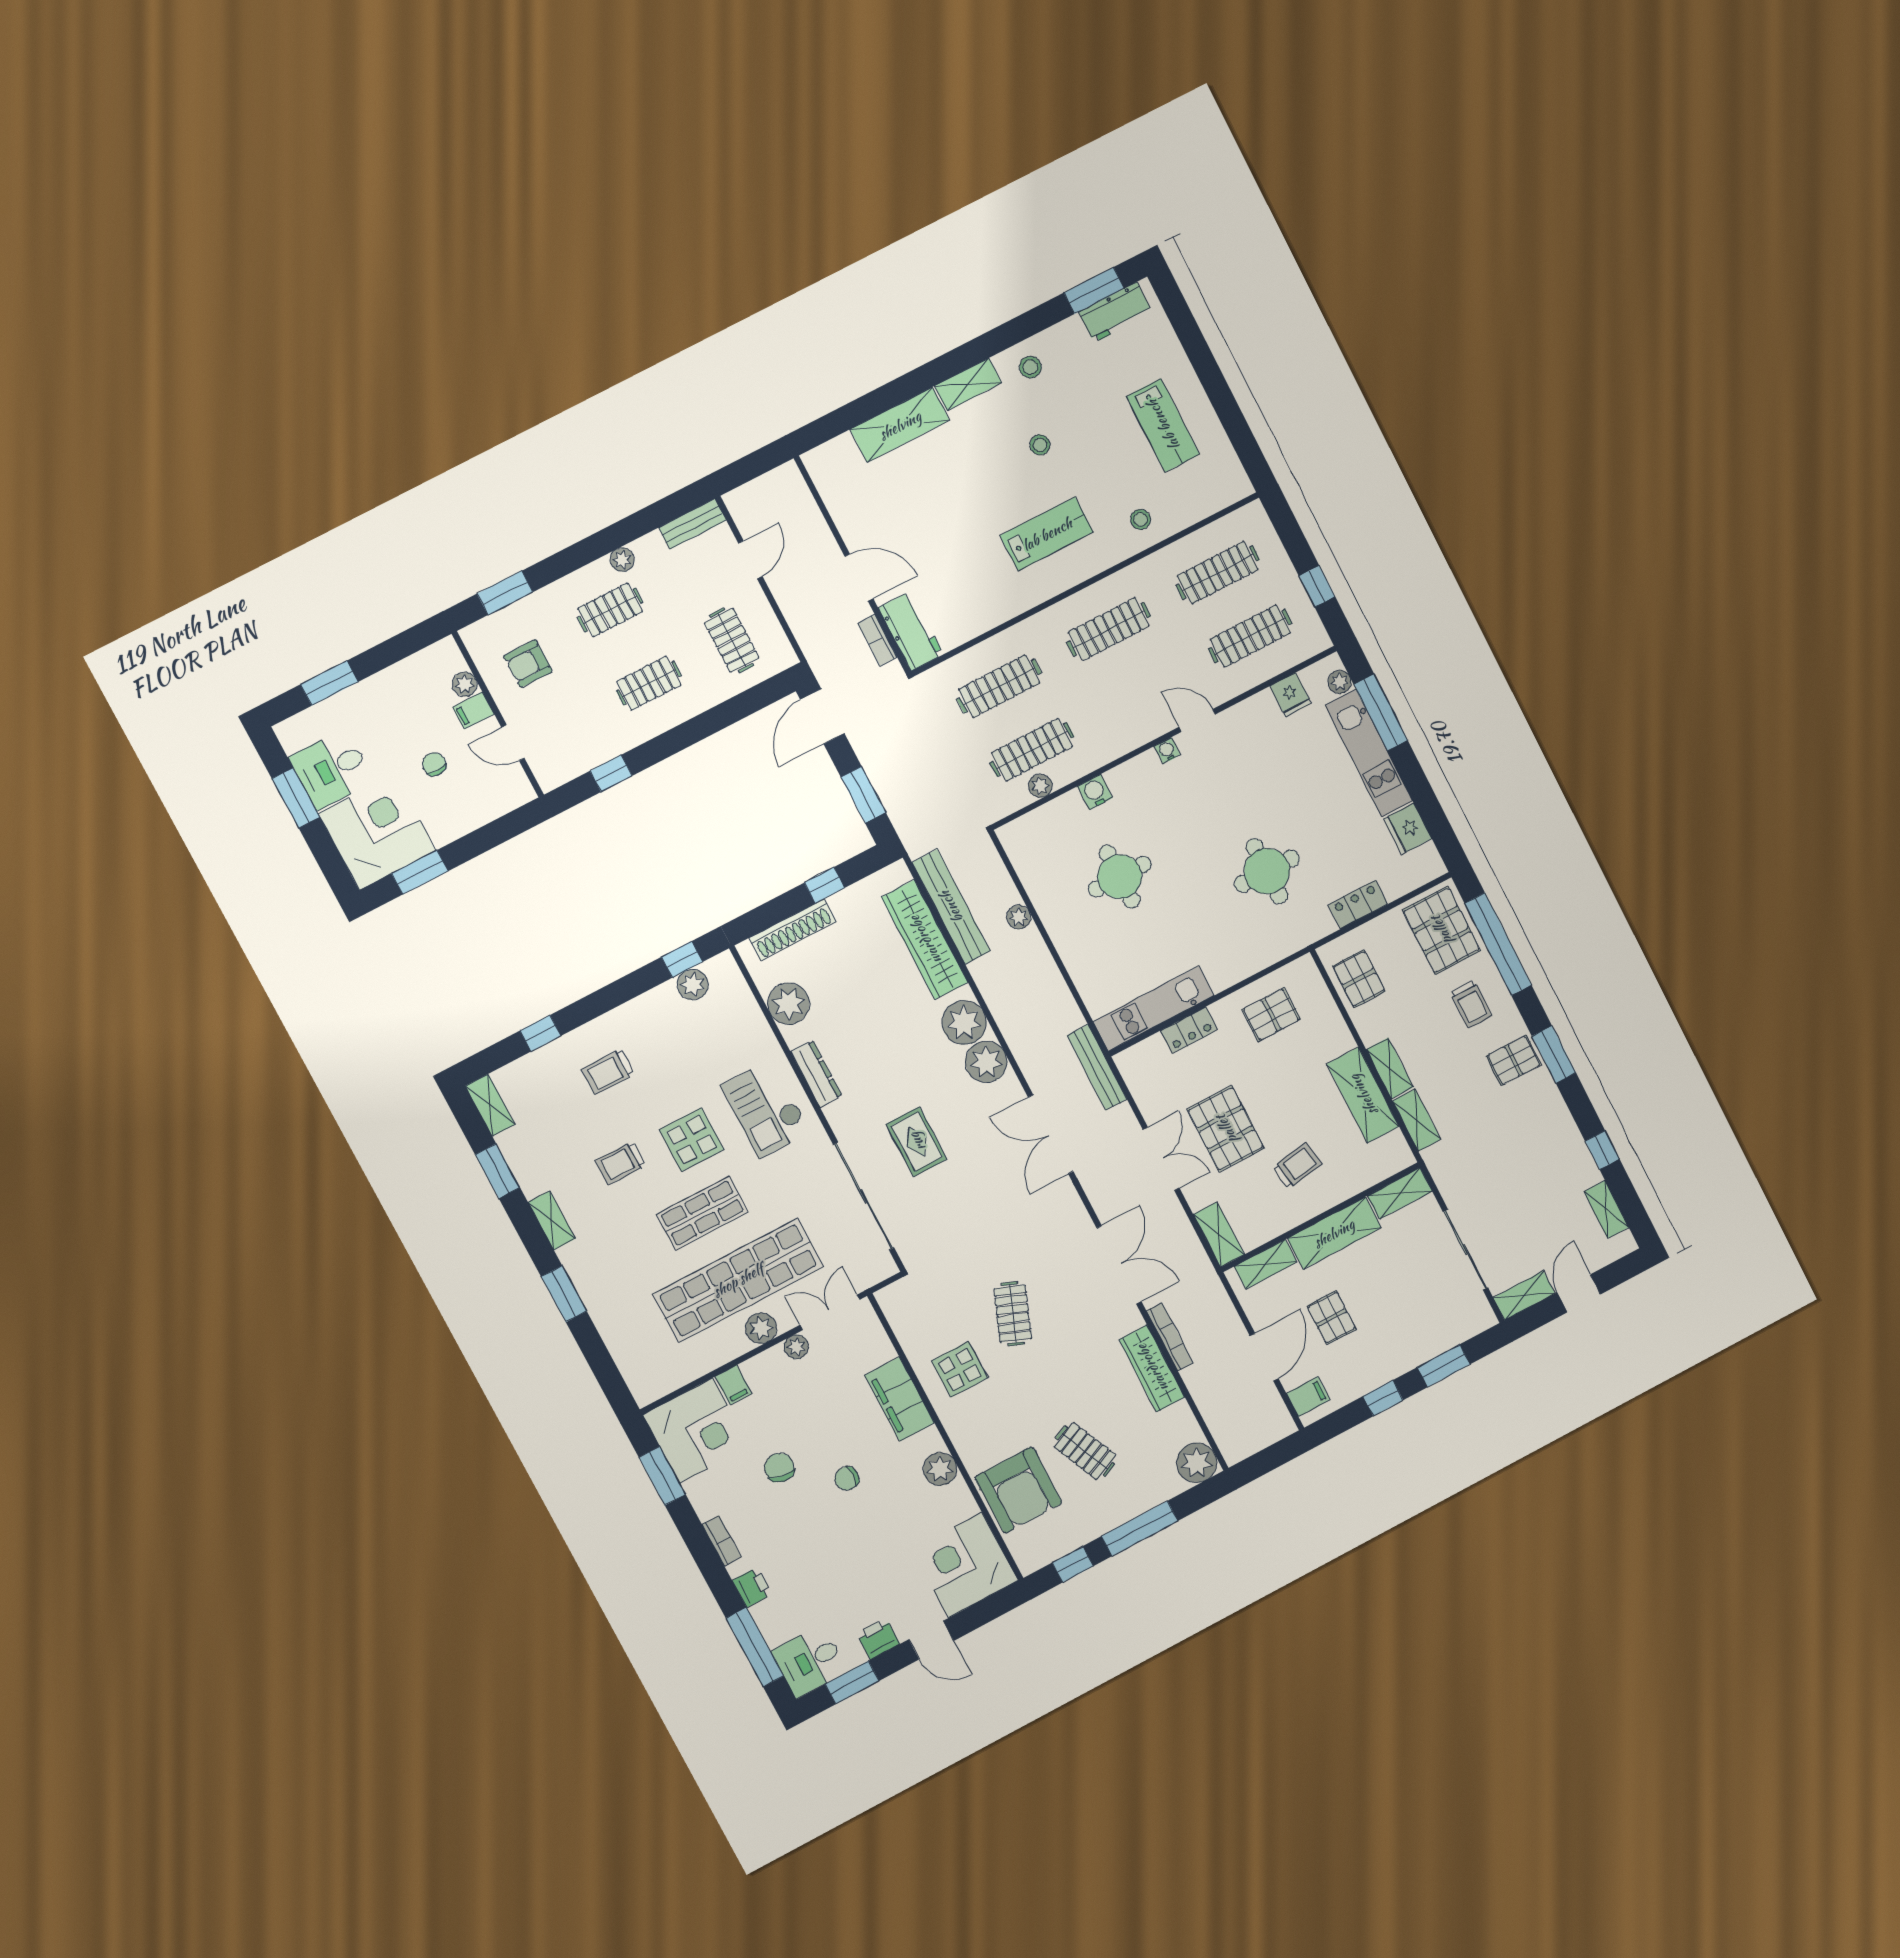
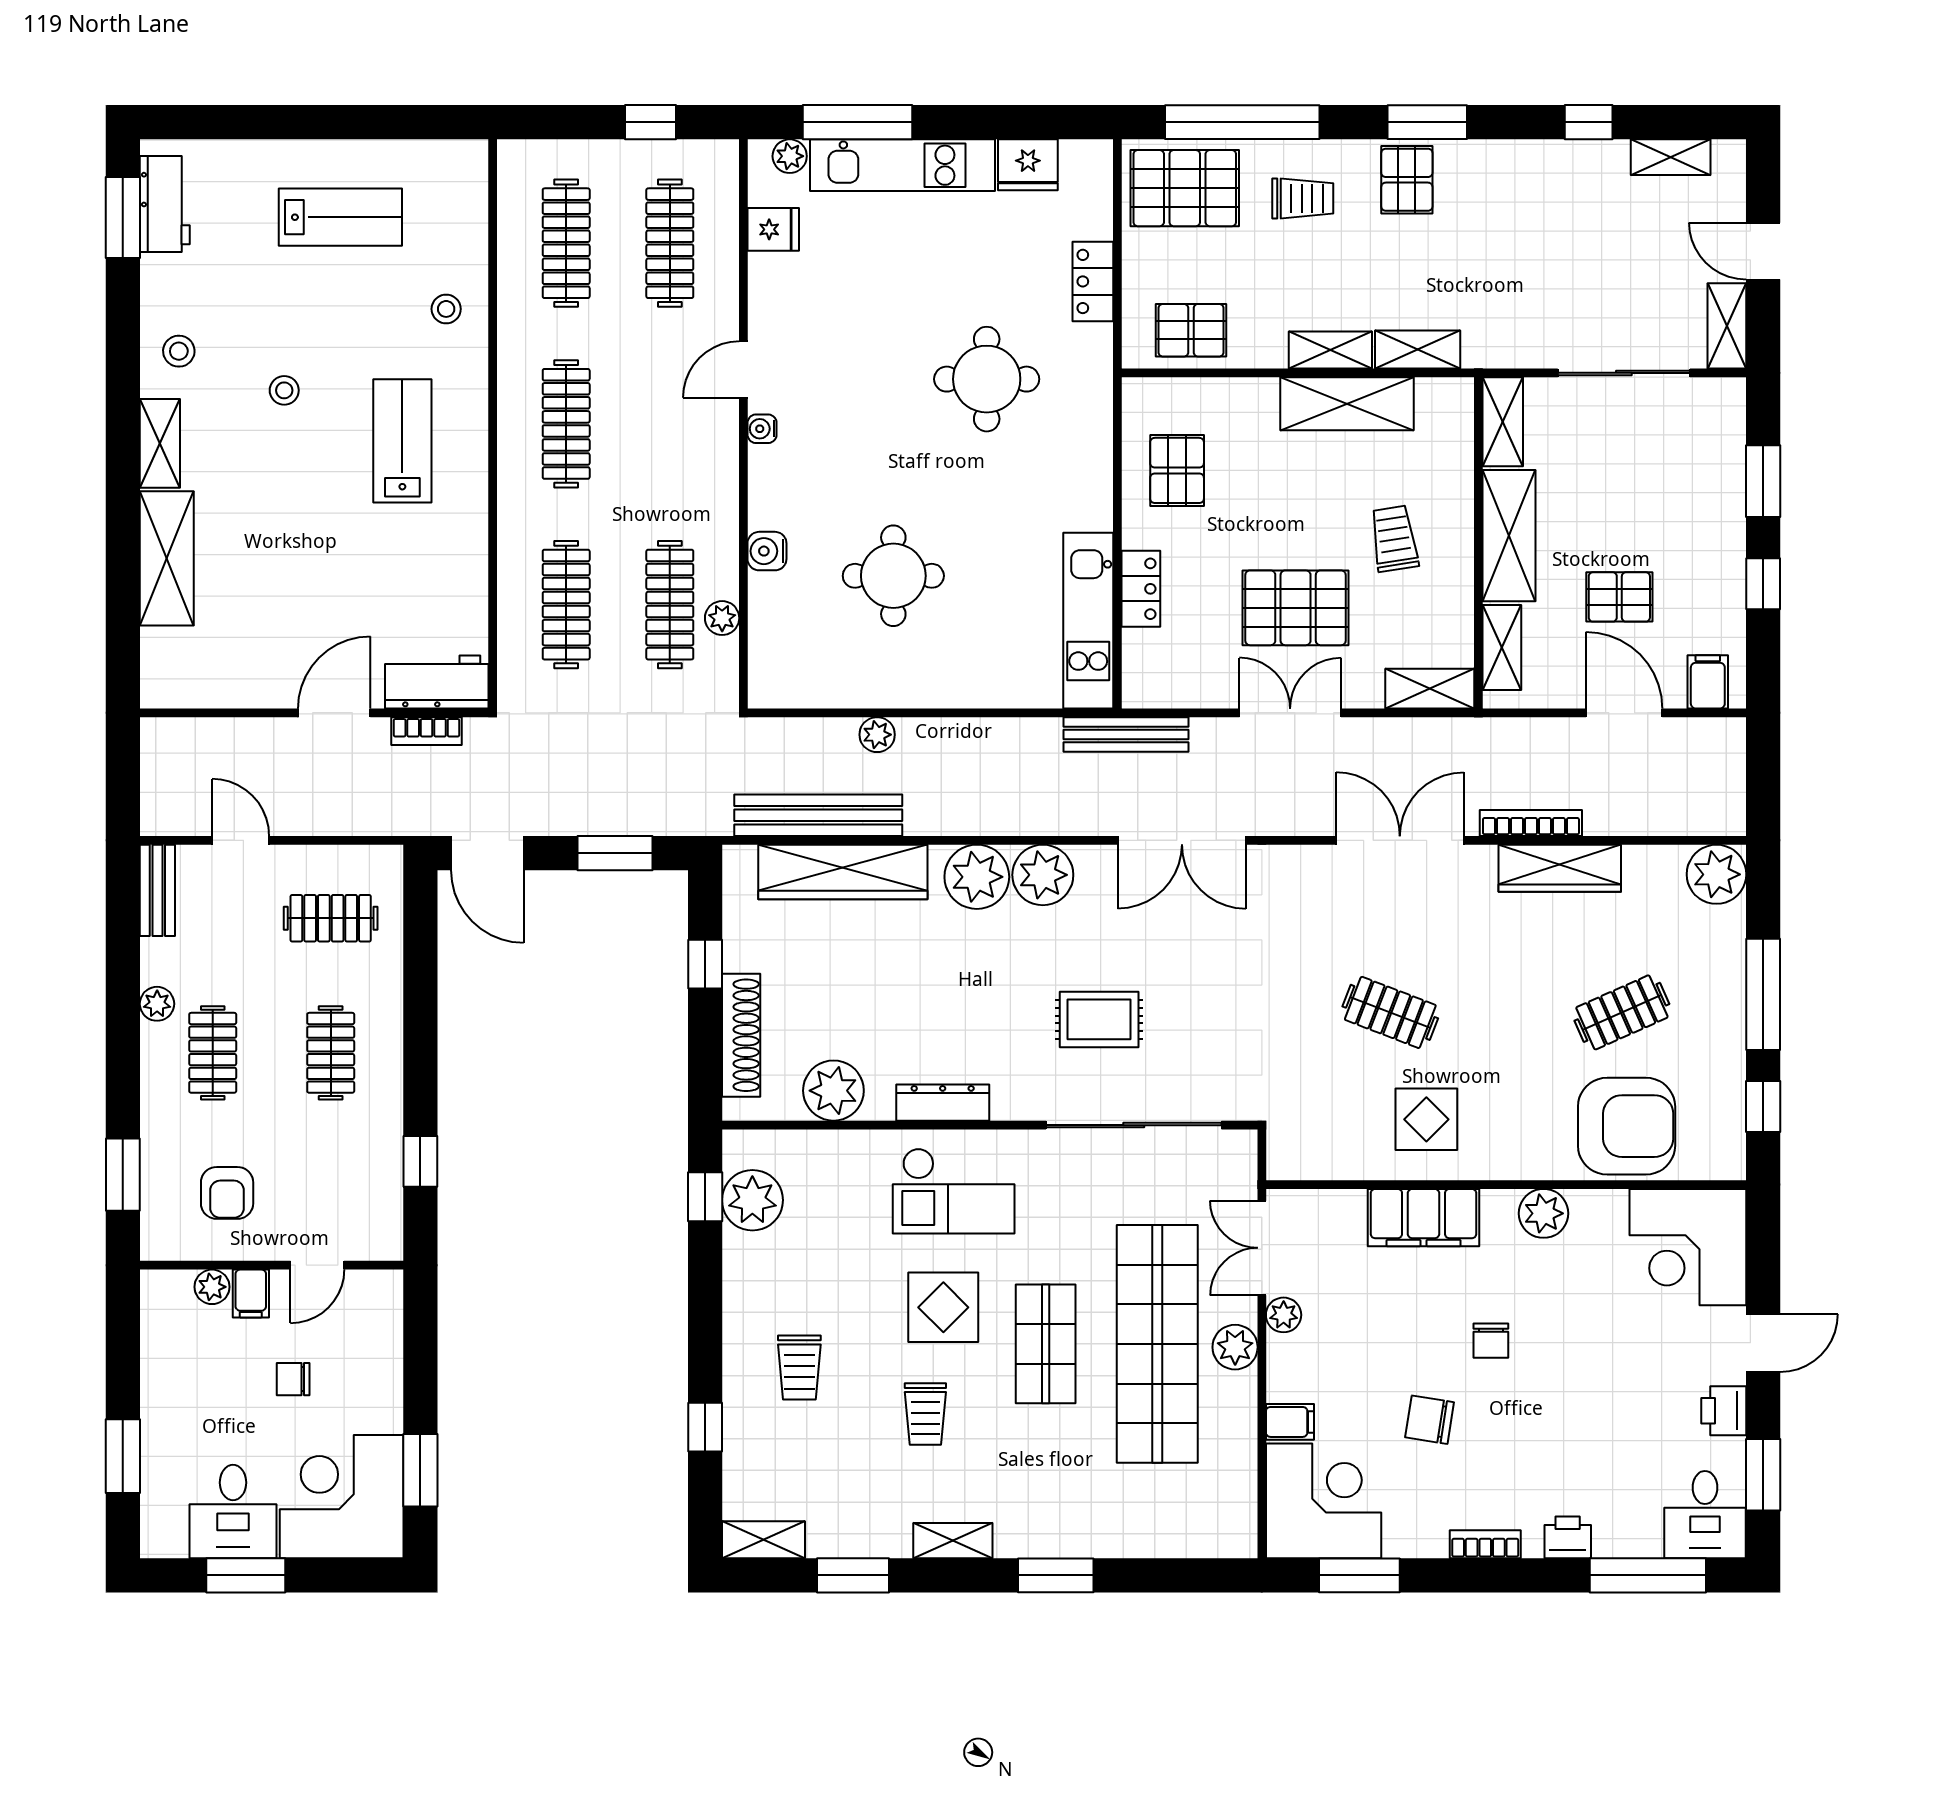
plant: (693, 984) -> (752, 1200), width x1.36, depth x1.36

